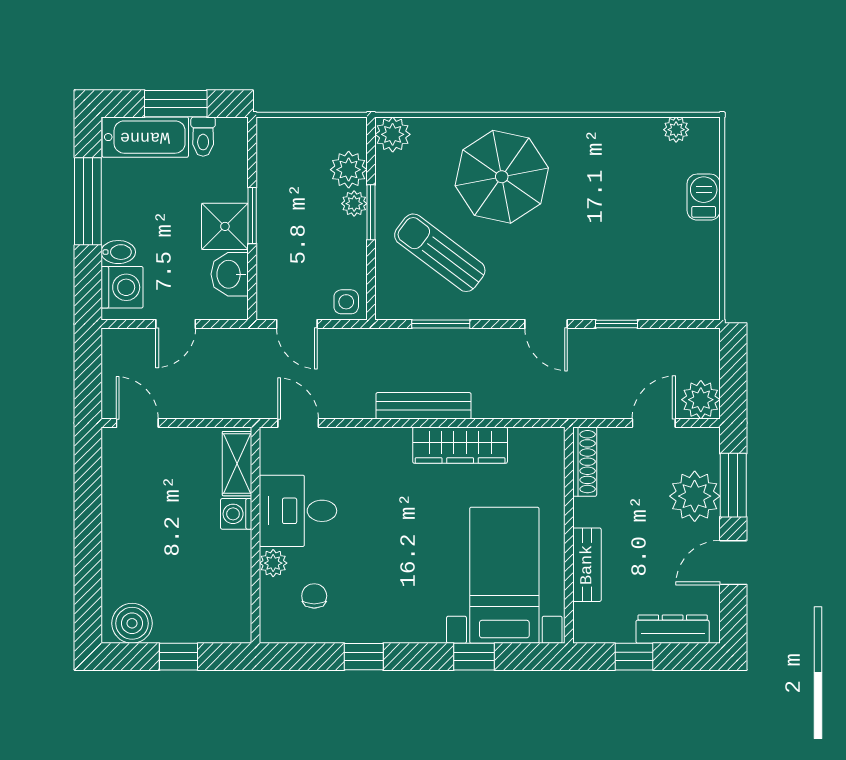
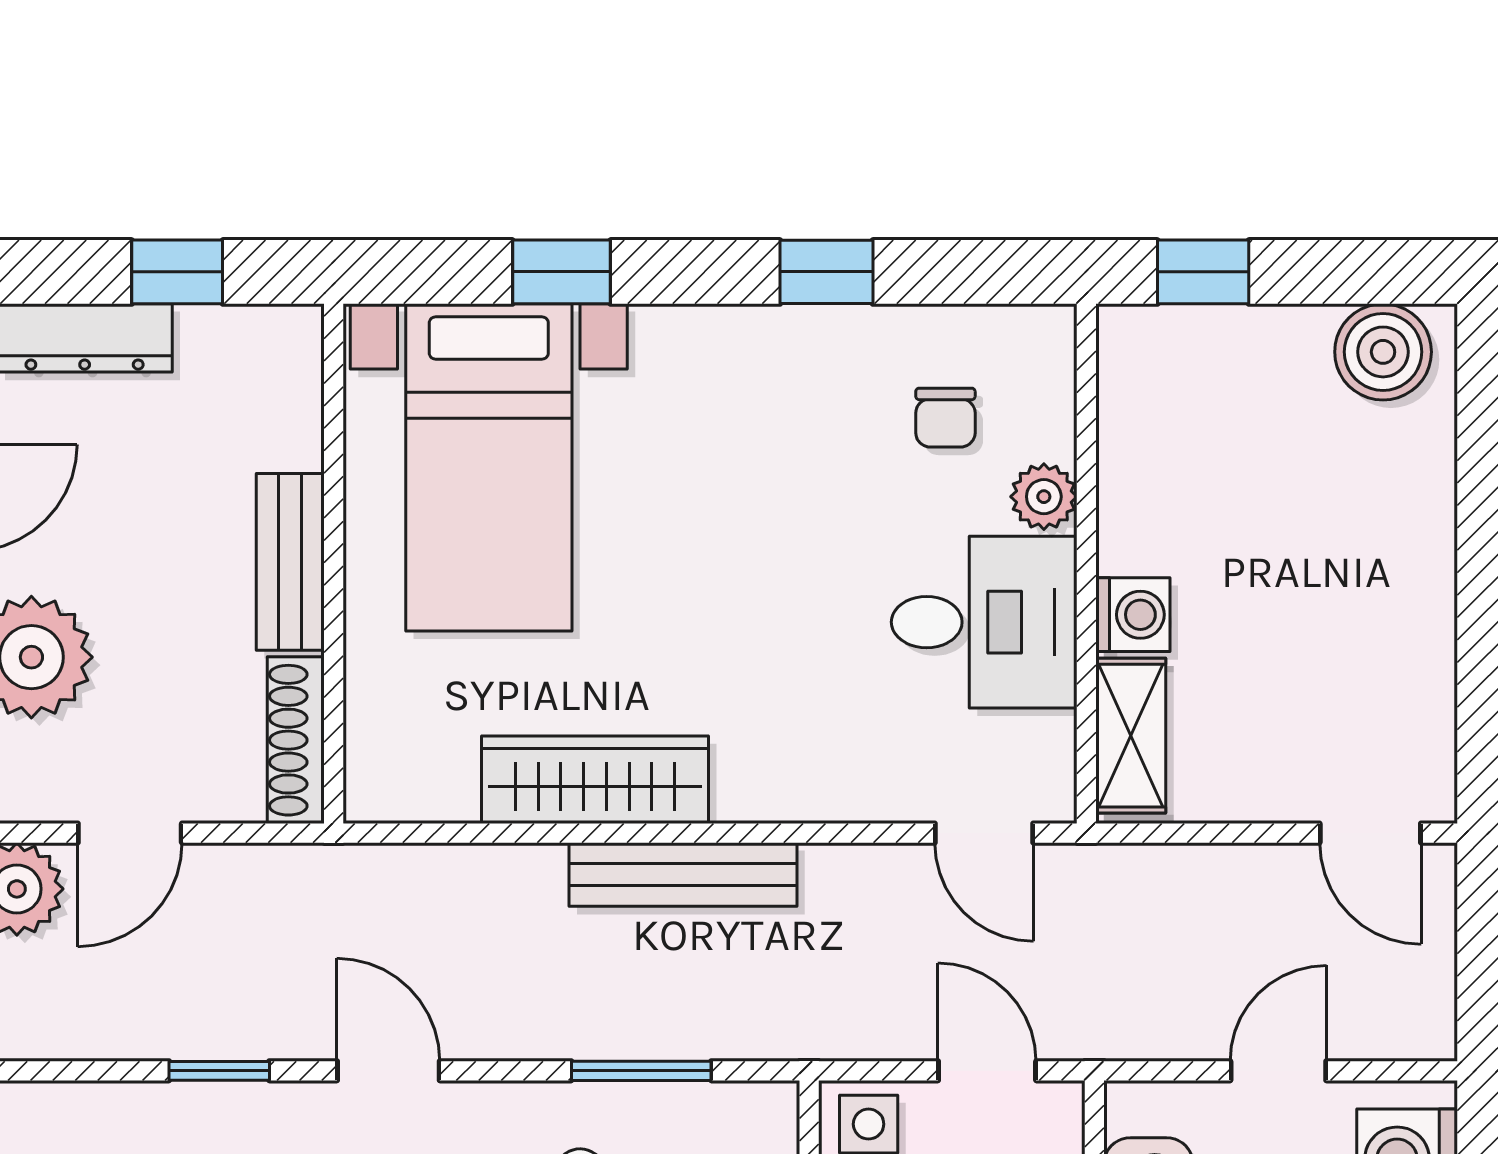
bench: (587, 565) -> (290, 562), moved
window: (179, 657) -> (1203, 272), moved

